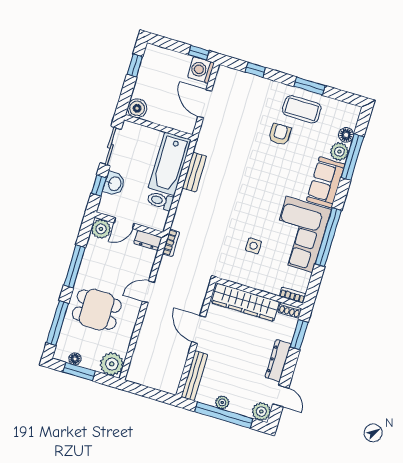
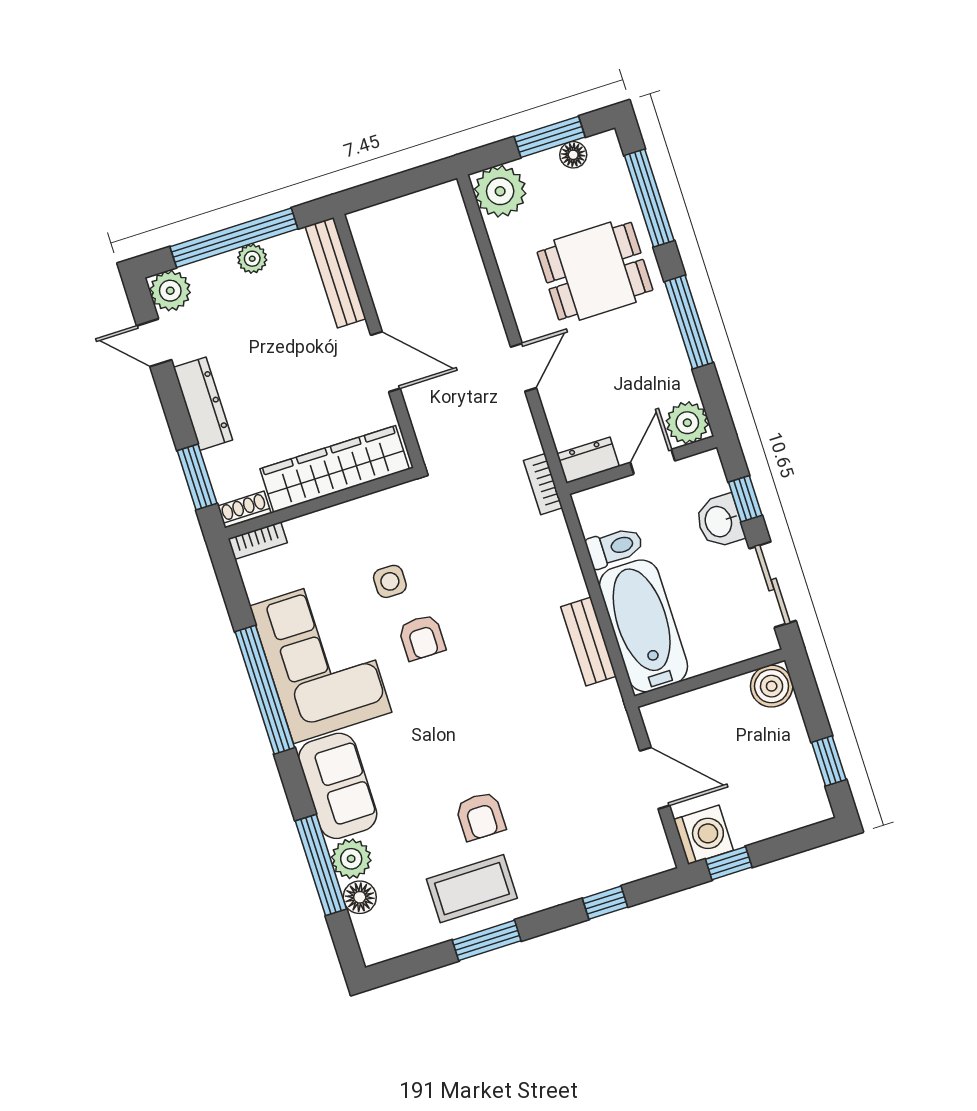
armchair: (256, 217) -> (422, 637), added

